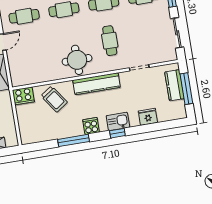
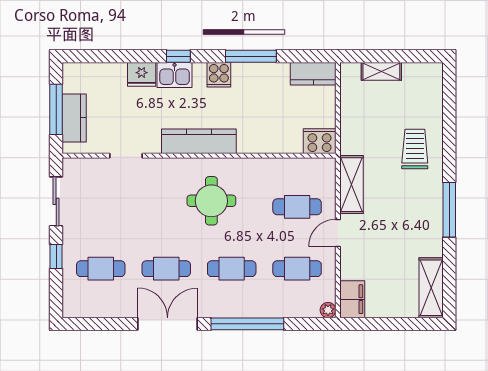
cafe table: (110, 41) -> (297, 207), moved, turned 90
round table: (77, 60) -> (211, 201), moved
trolley: (54, 99) -> (271, 128), removed
fridge: (148, 117) -> (142, 74), moved
kitchen counter: (34, 136) -> (313, 74), added

